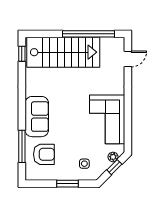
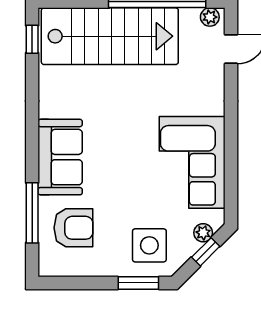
plant: (117, 42) -> (210, 17), added
side table: (84, 164) -> (149, 245), width x1.87, depth x1.87
window: (67, 184) -> (138, 283), moved

